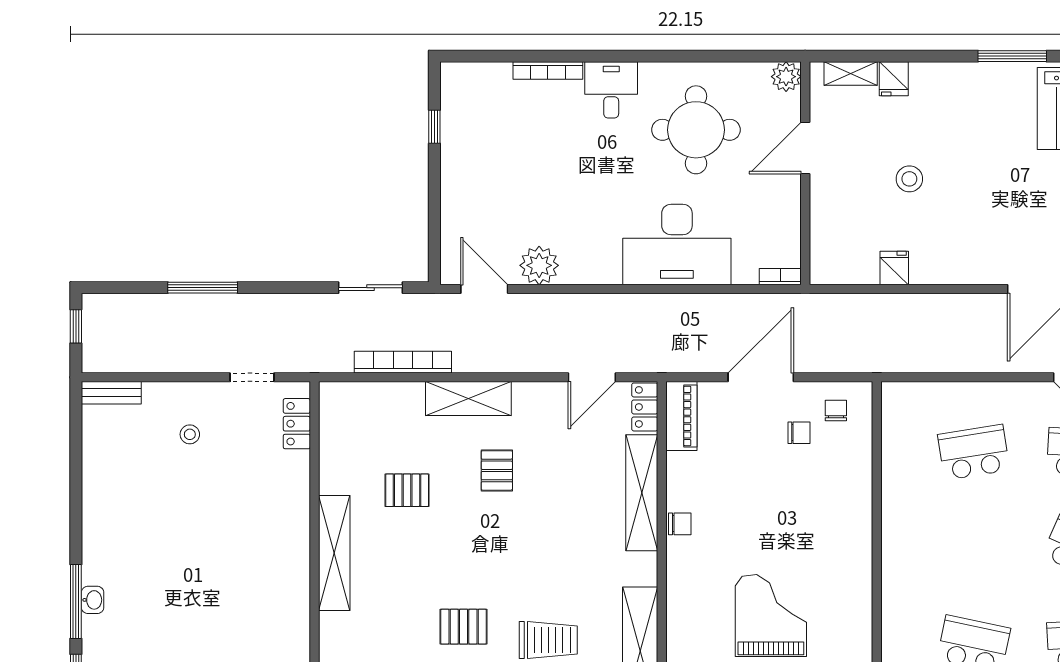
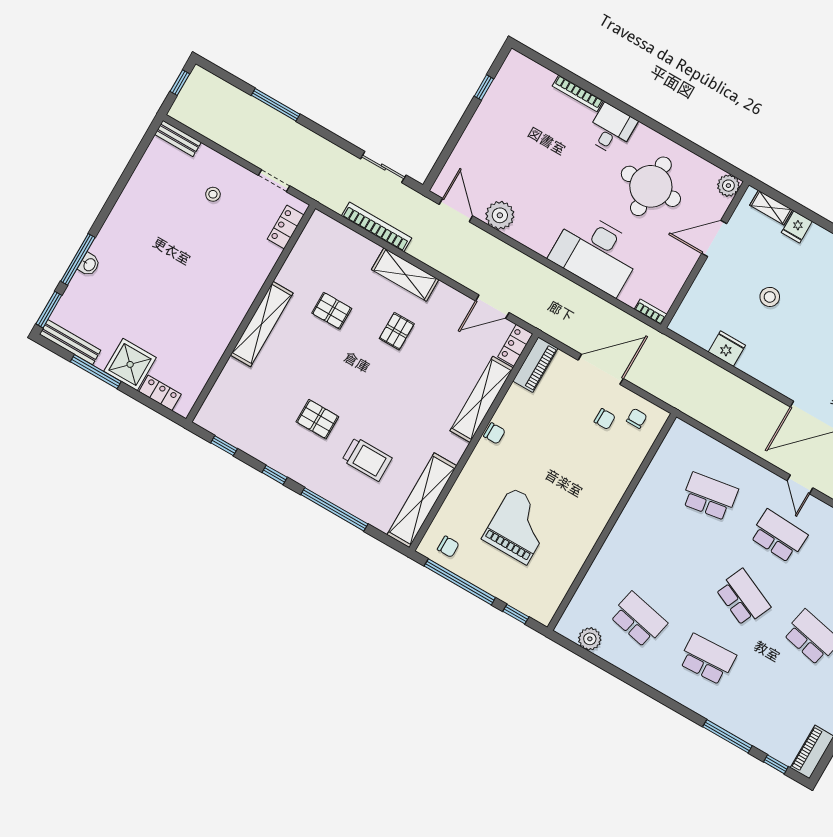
fridge: (894, 268) -> (727, 349), width x1.38

